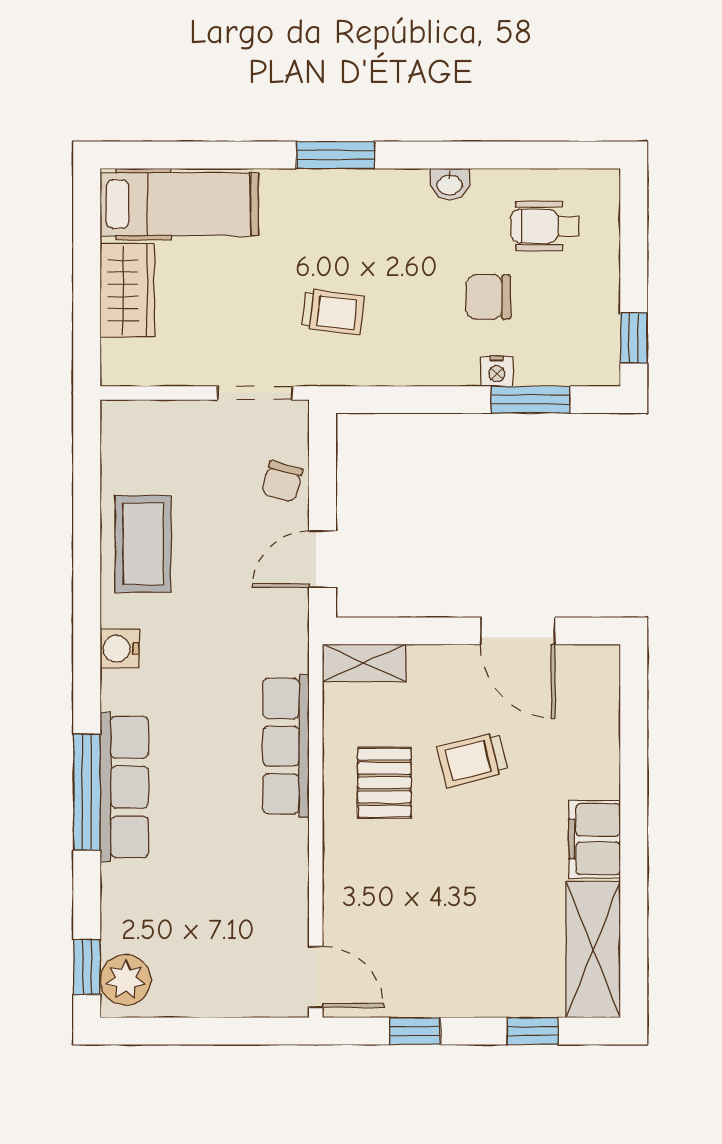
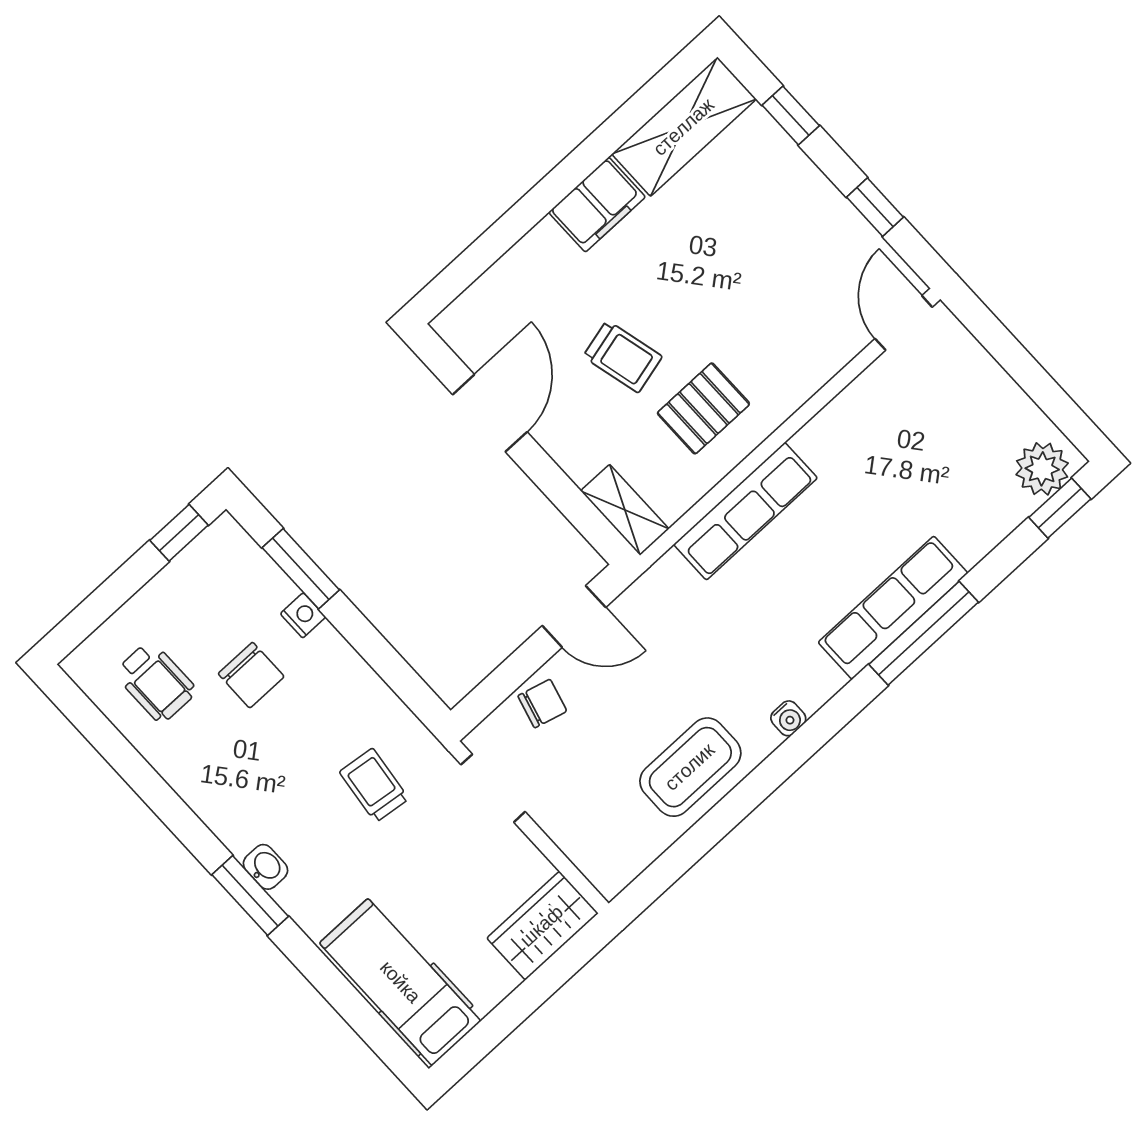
washbasin: (450, 184) -> (265, 867), moved
wardrobe: (127, 290) -> (542, 926), moved
water cooler: (120, 649) -> (788, 718), width x0.72, depth x0.72

